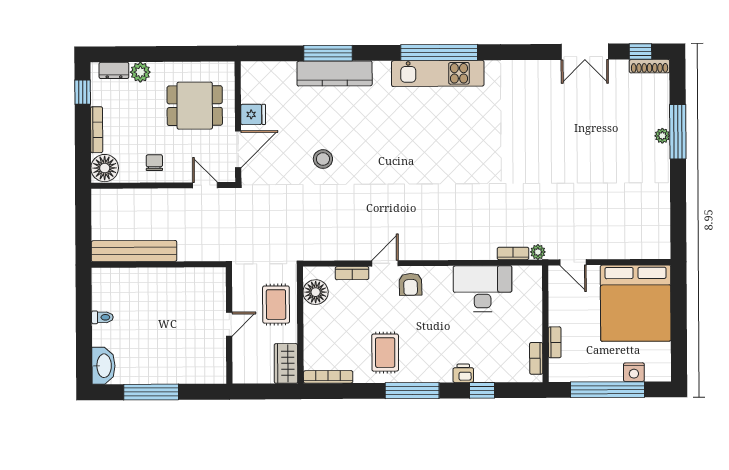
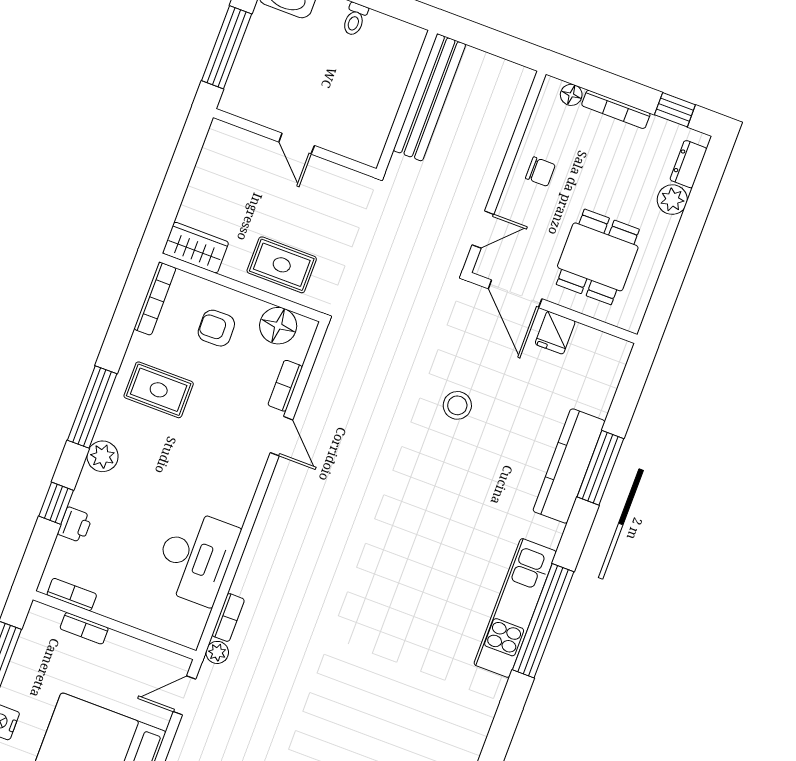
floor lamp: (105, 168) -> (571, 95), width x0.53, depth x0.53
armchair: (410, 284) -> (216, 328), moved
door: (229, 324) -> (297, 144), moved
wall: (229, 325) -> (295, 143), moved
plant: (441, 372) -> (103, 456), added
printer: (463, 373) -> (75, 525), moved

